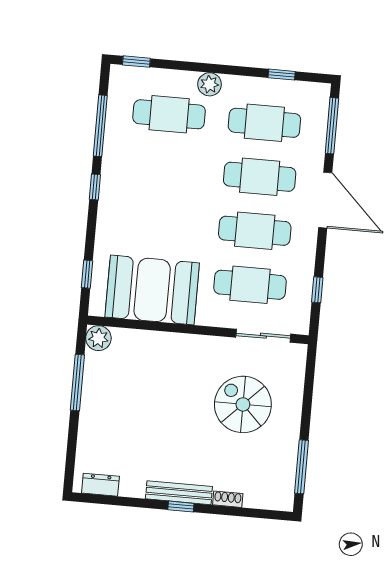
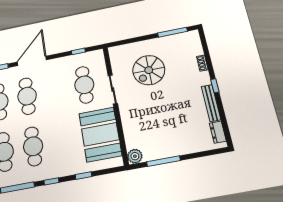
cafe table: (255, 231) -> (33, 146), moved
window: (87, 274) -> (83, 176), moved
sliding door: (263, 336) -> (113, 90), moved
bench: (179, 493) -> (211, 103), moved

